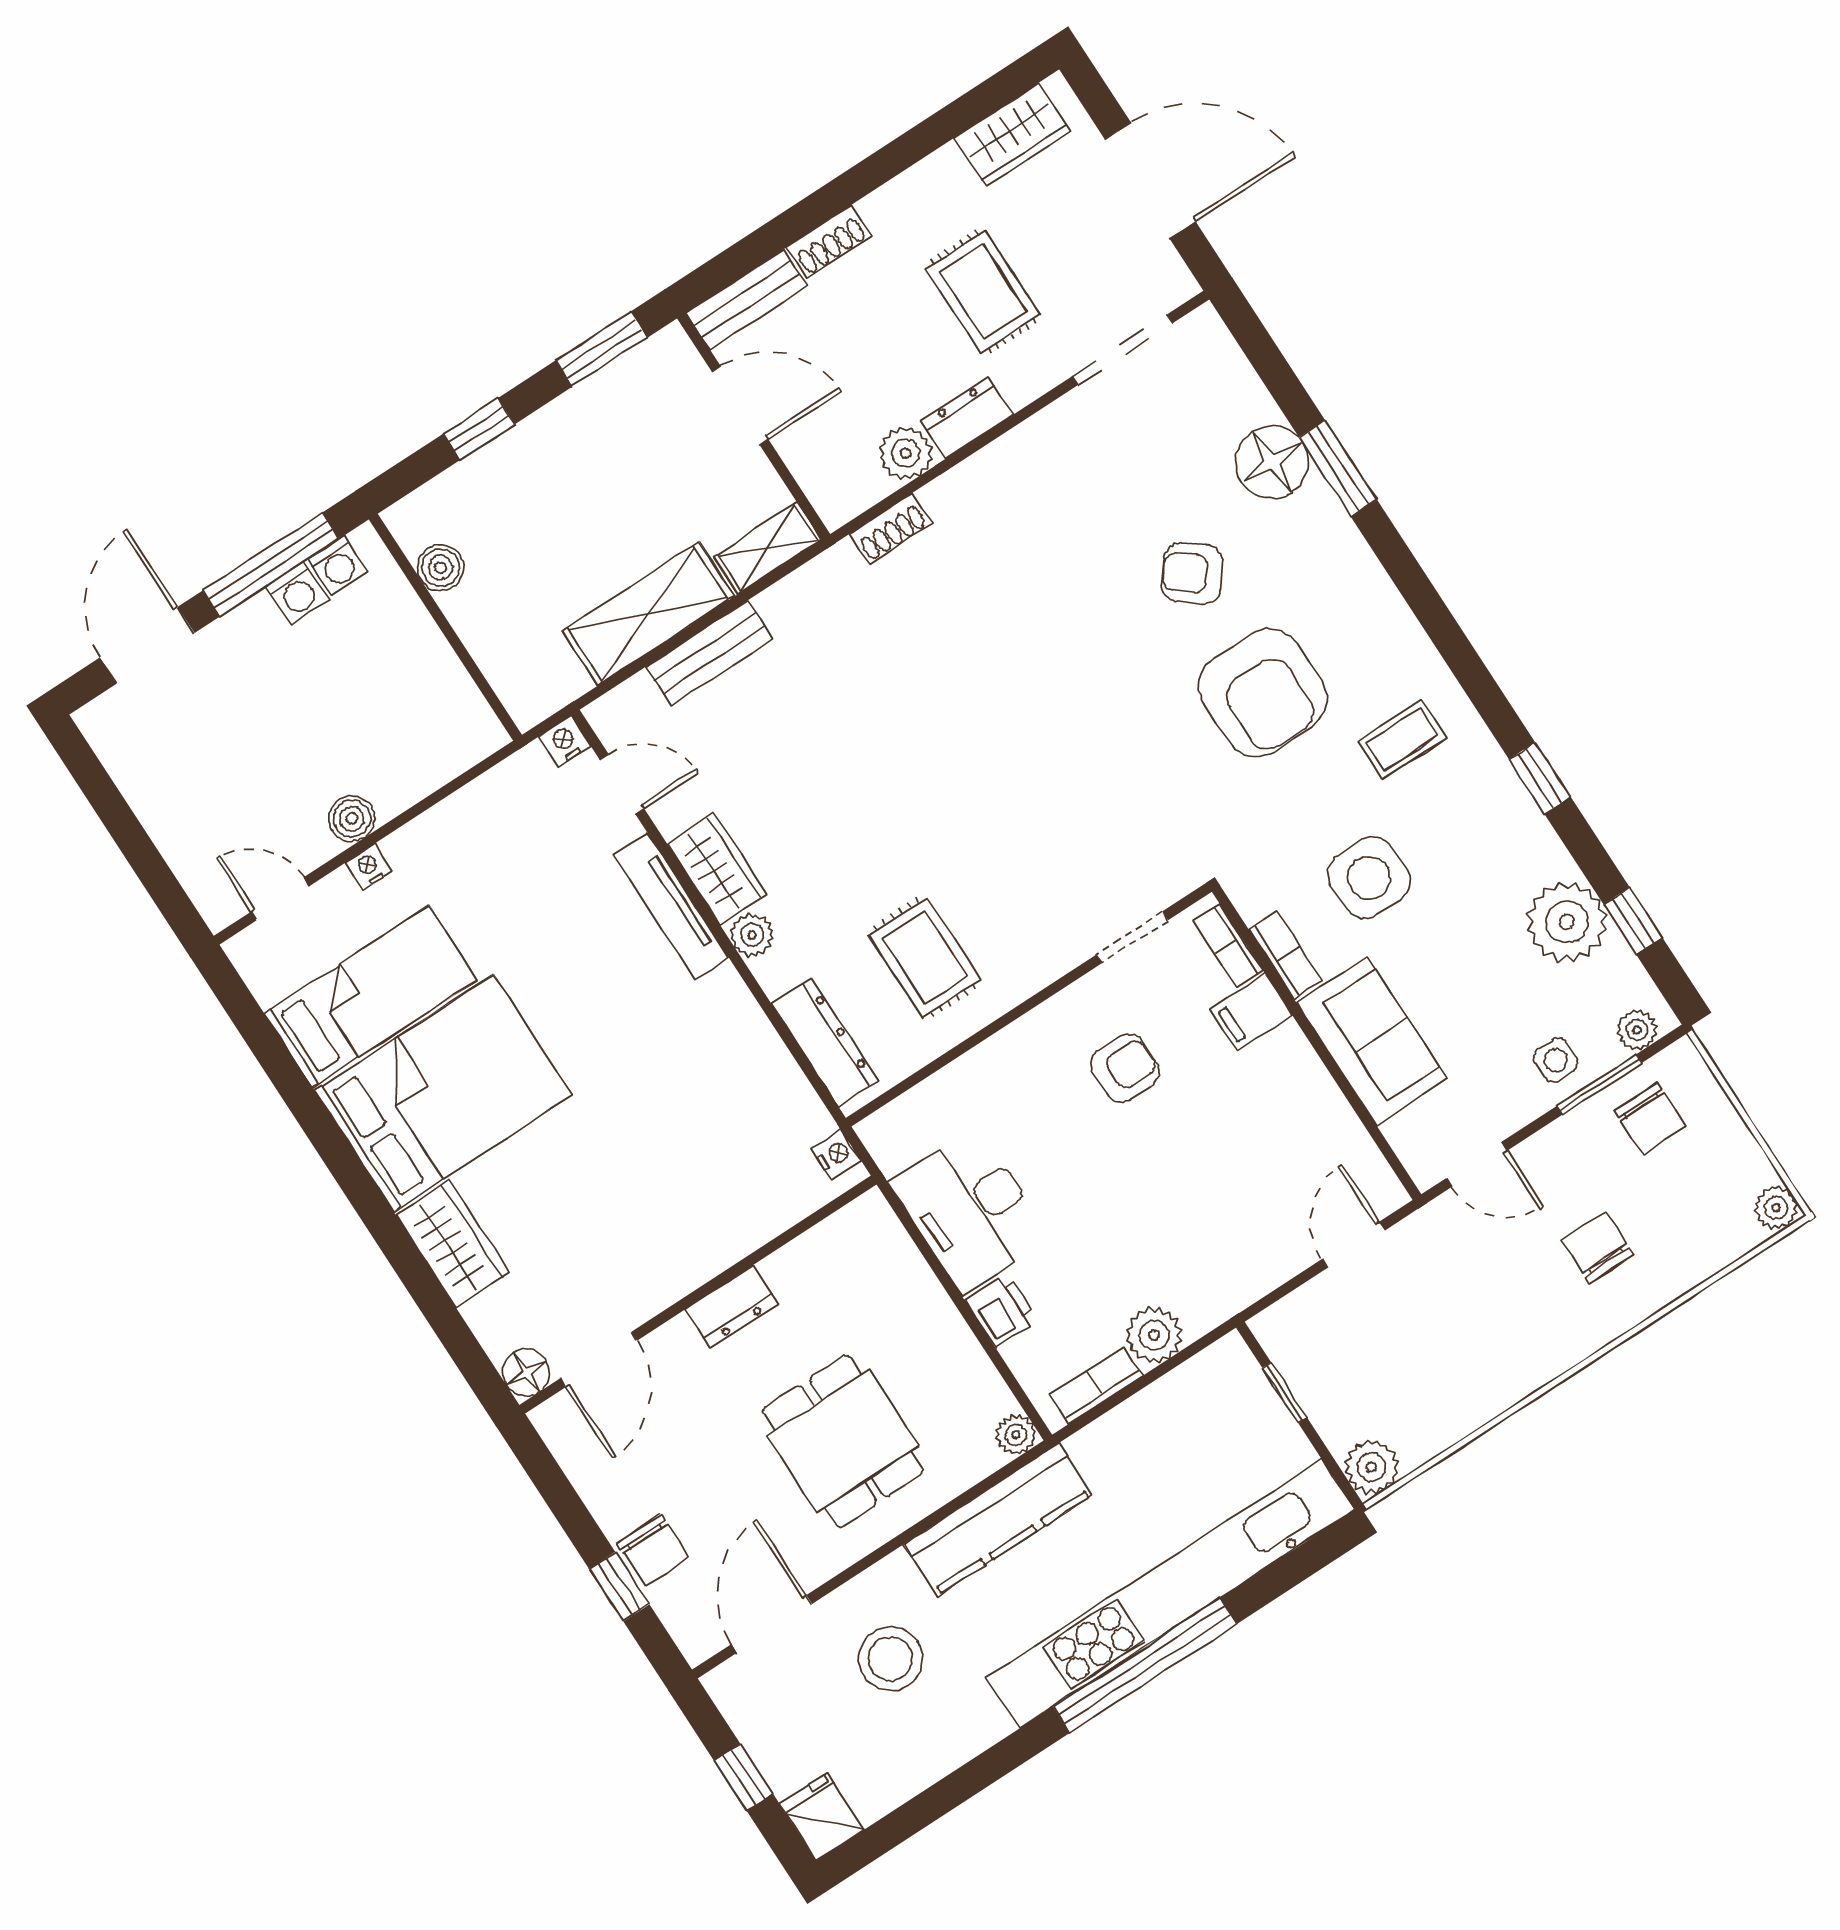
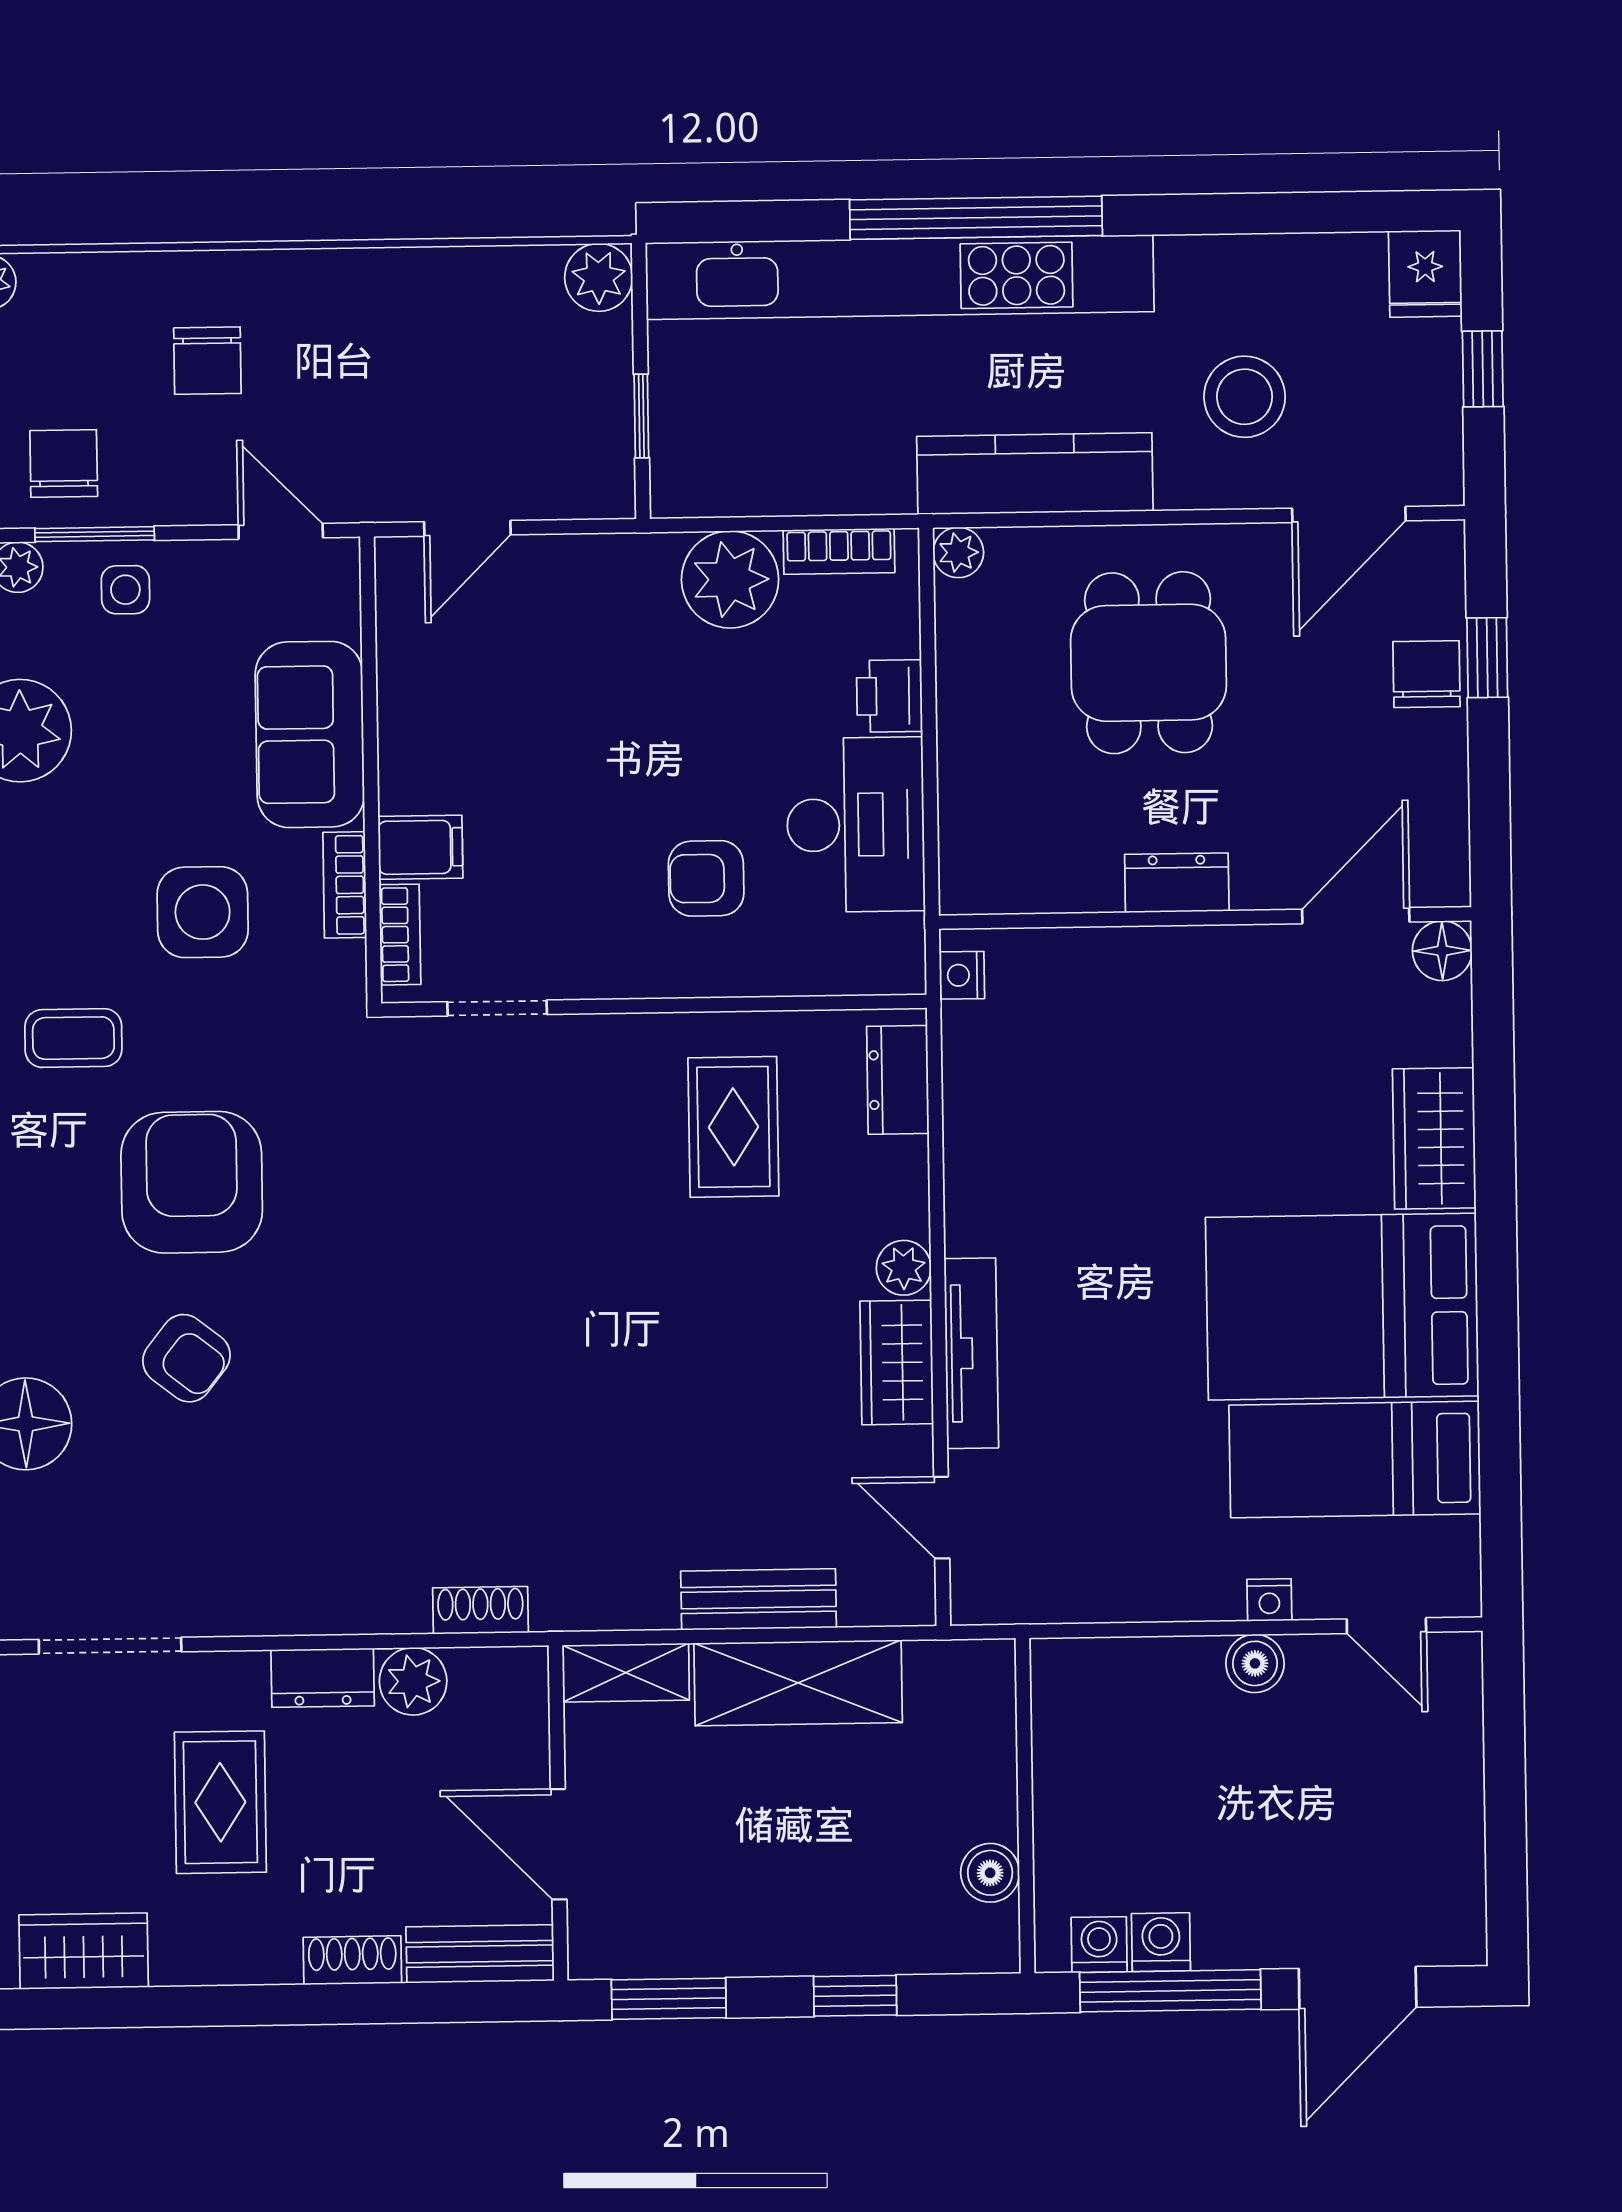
nightstand: (565, 741) -> (974, 1602), removed
dresser: (825, 1042) -> (898, 1080), width x0.70
armchair: (1125, 1068) -> (706, 878), moved
plant: (1154, 1335) -> (730, 579), width x1.36, depth x1.36

